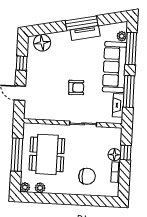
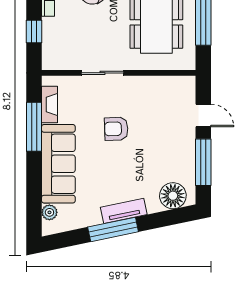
tv unit: (85, 33) -> (124, 211), moved
window: (131, 48) -> (34, 194), removed
window: (22, 63) -> (203, 162), width x2.17
floor lamp: (114, 155) -> (51, 28), removed

